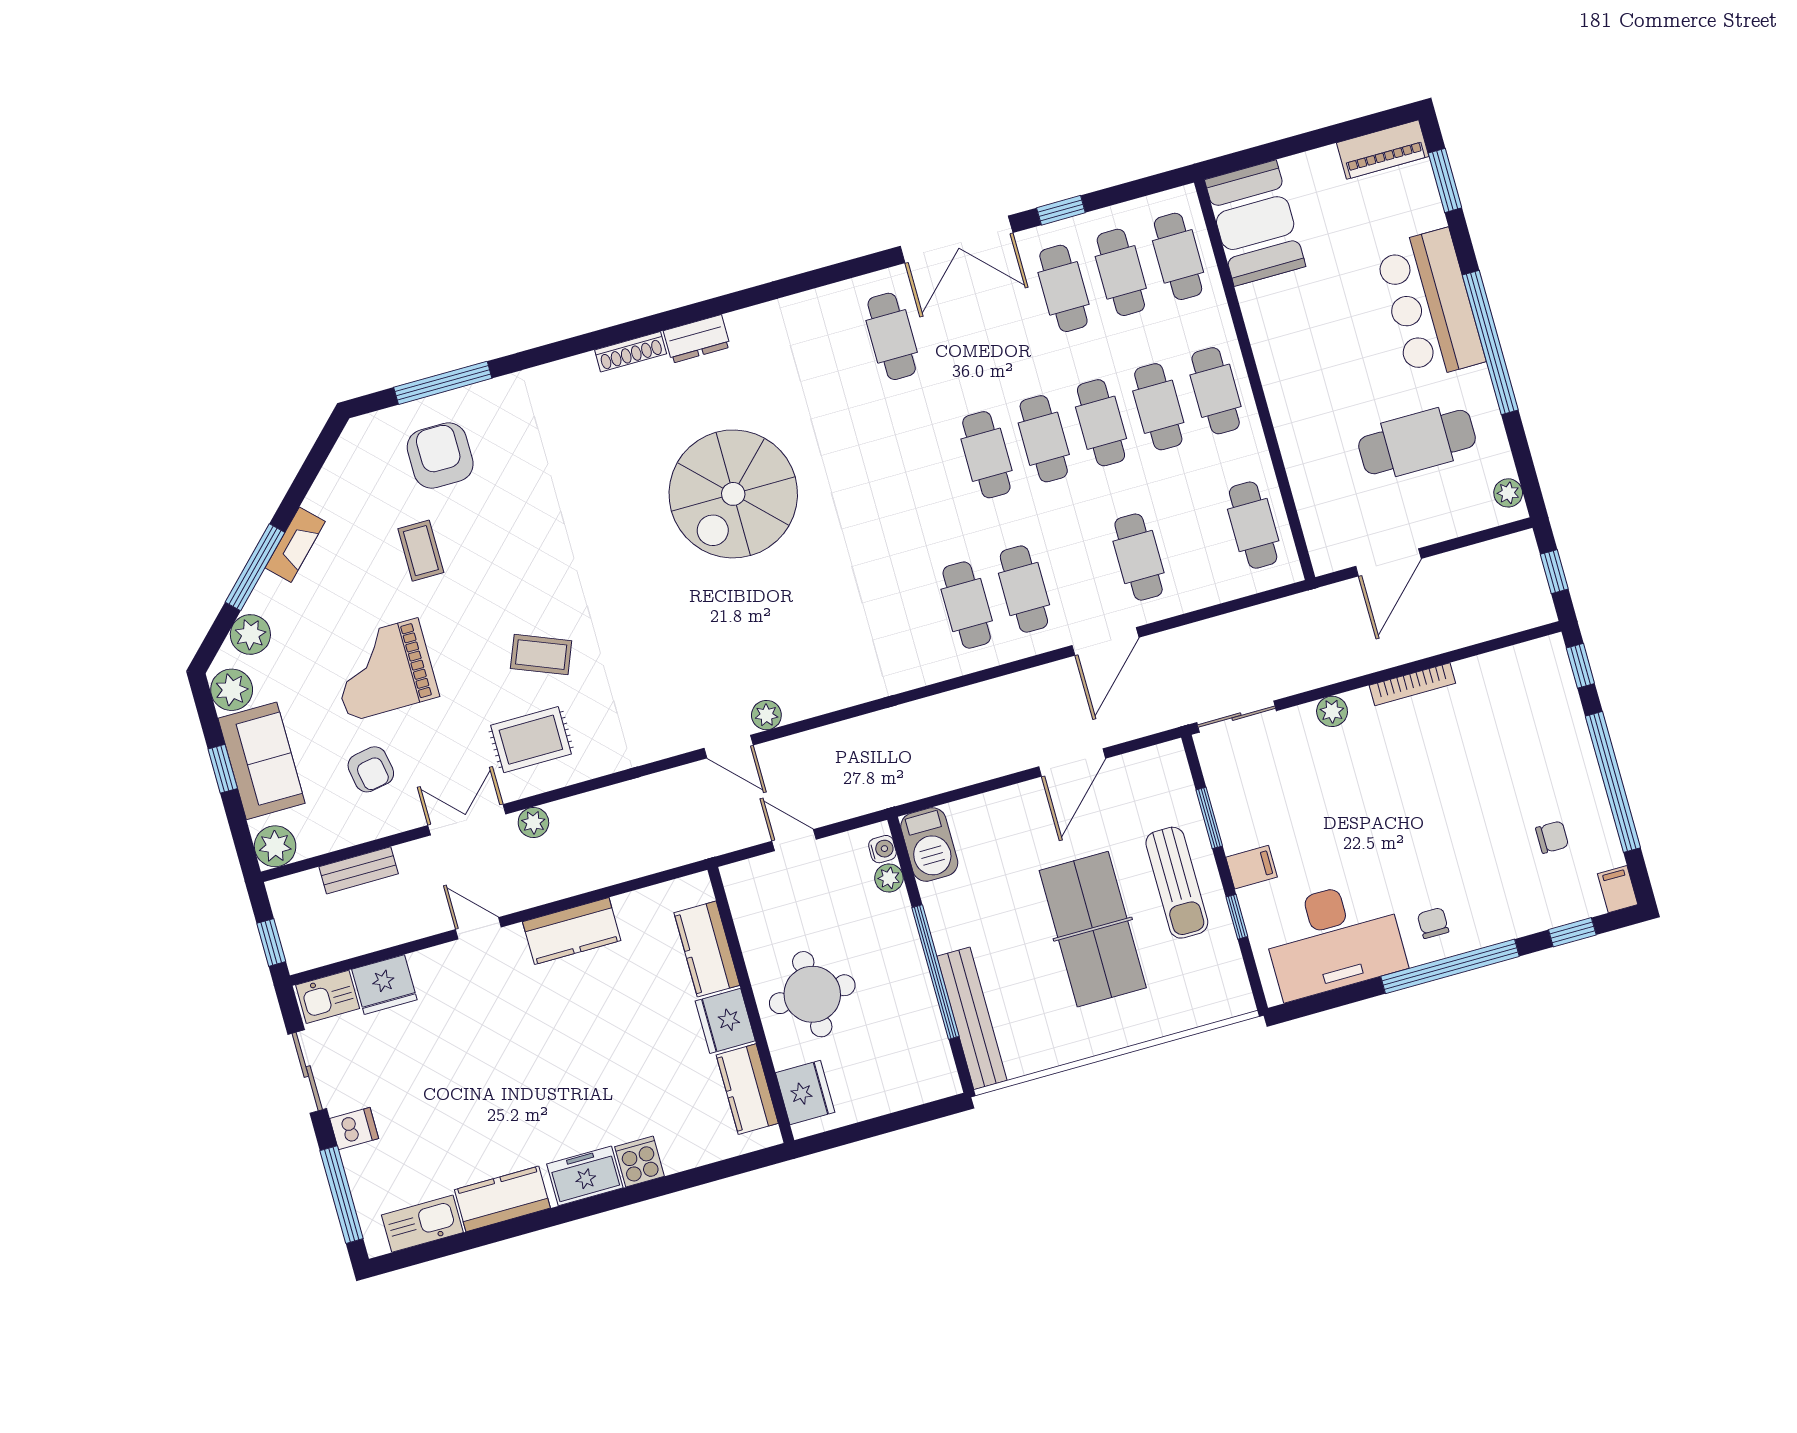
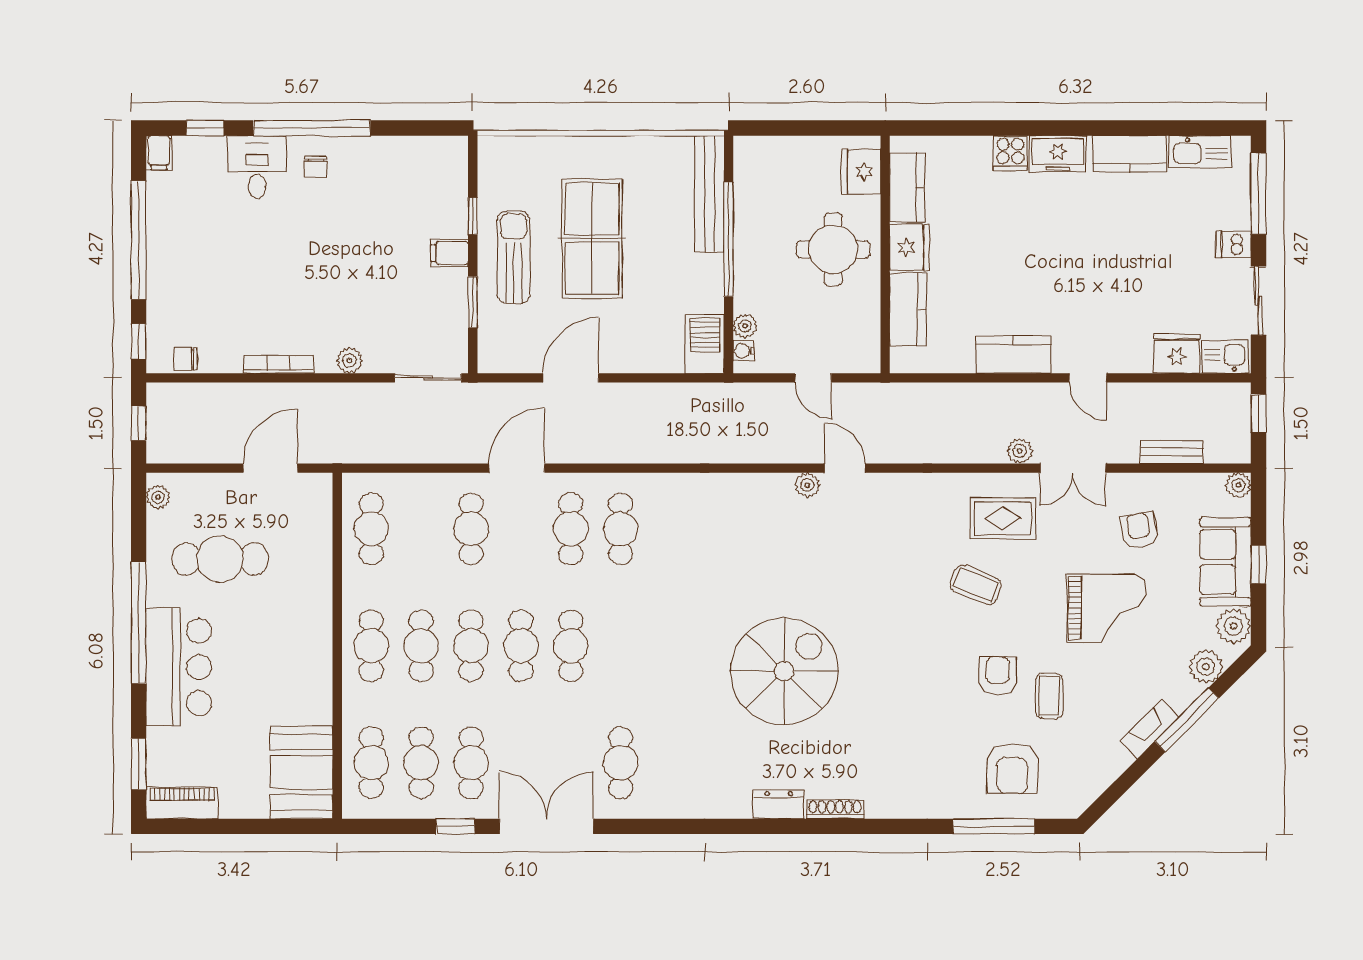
armchair: (487, 558) -> (998, 675), added
chair: (1552, 837) -> (186, 359), moved
plant: (275, 846) -> (1238, 485), width x0.73, depth x0.73
desk: (1333, 939) -> (257, 167), moved, width x0.53, depth x0.77

